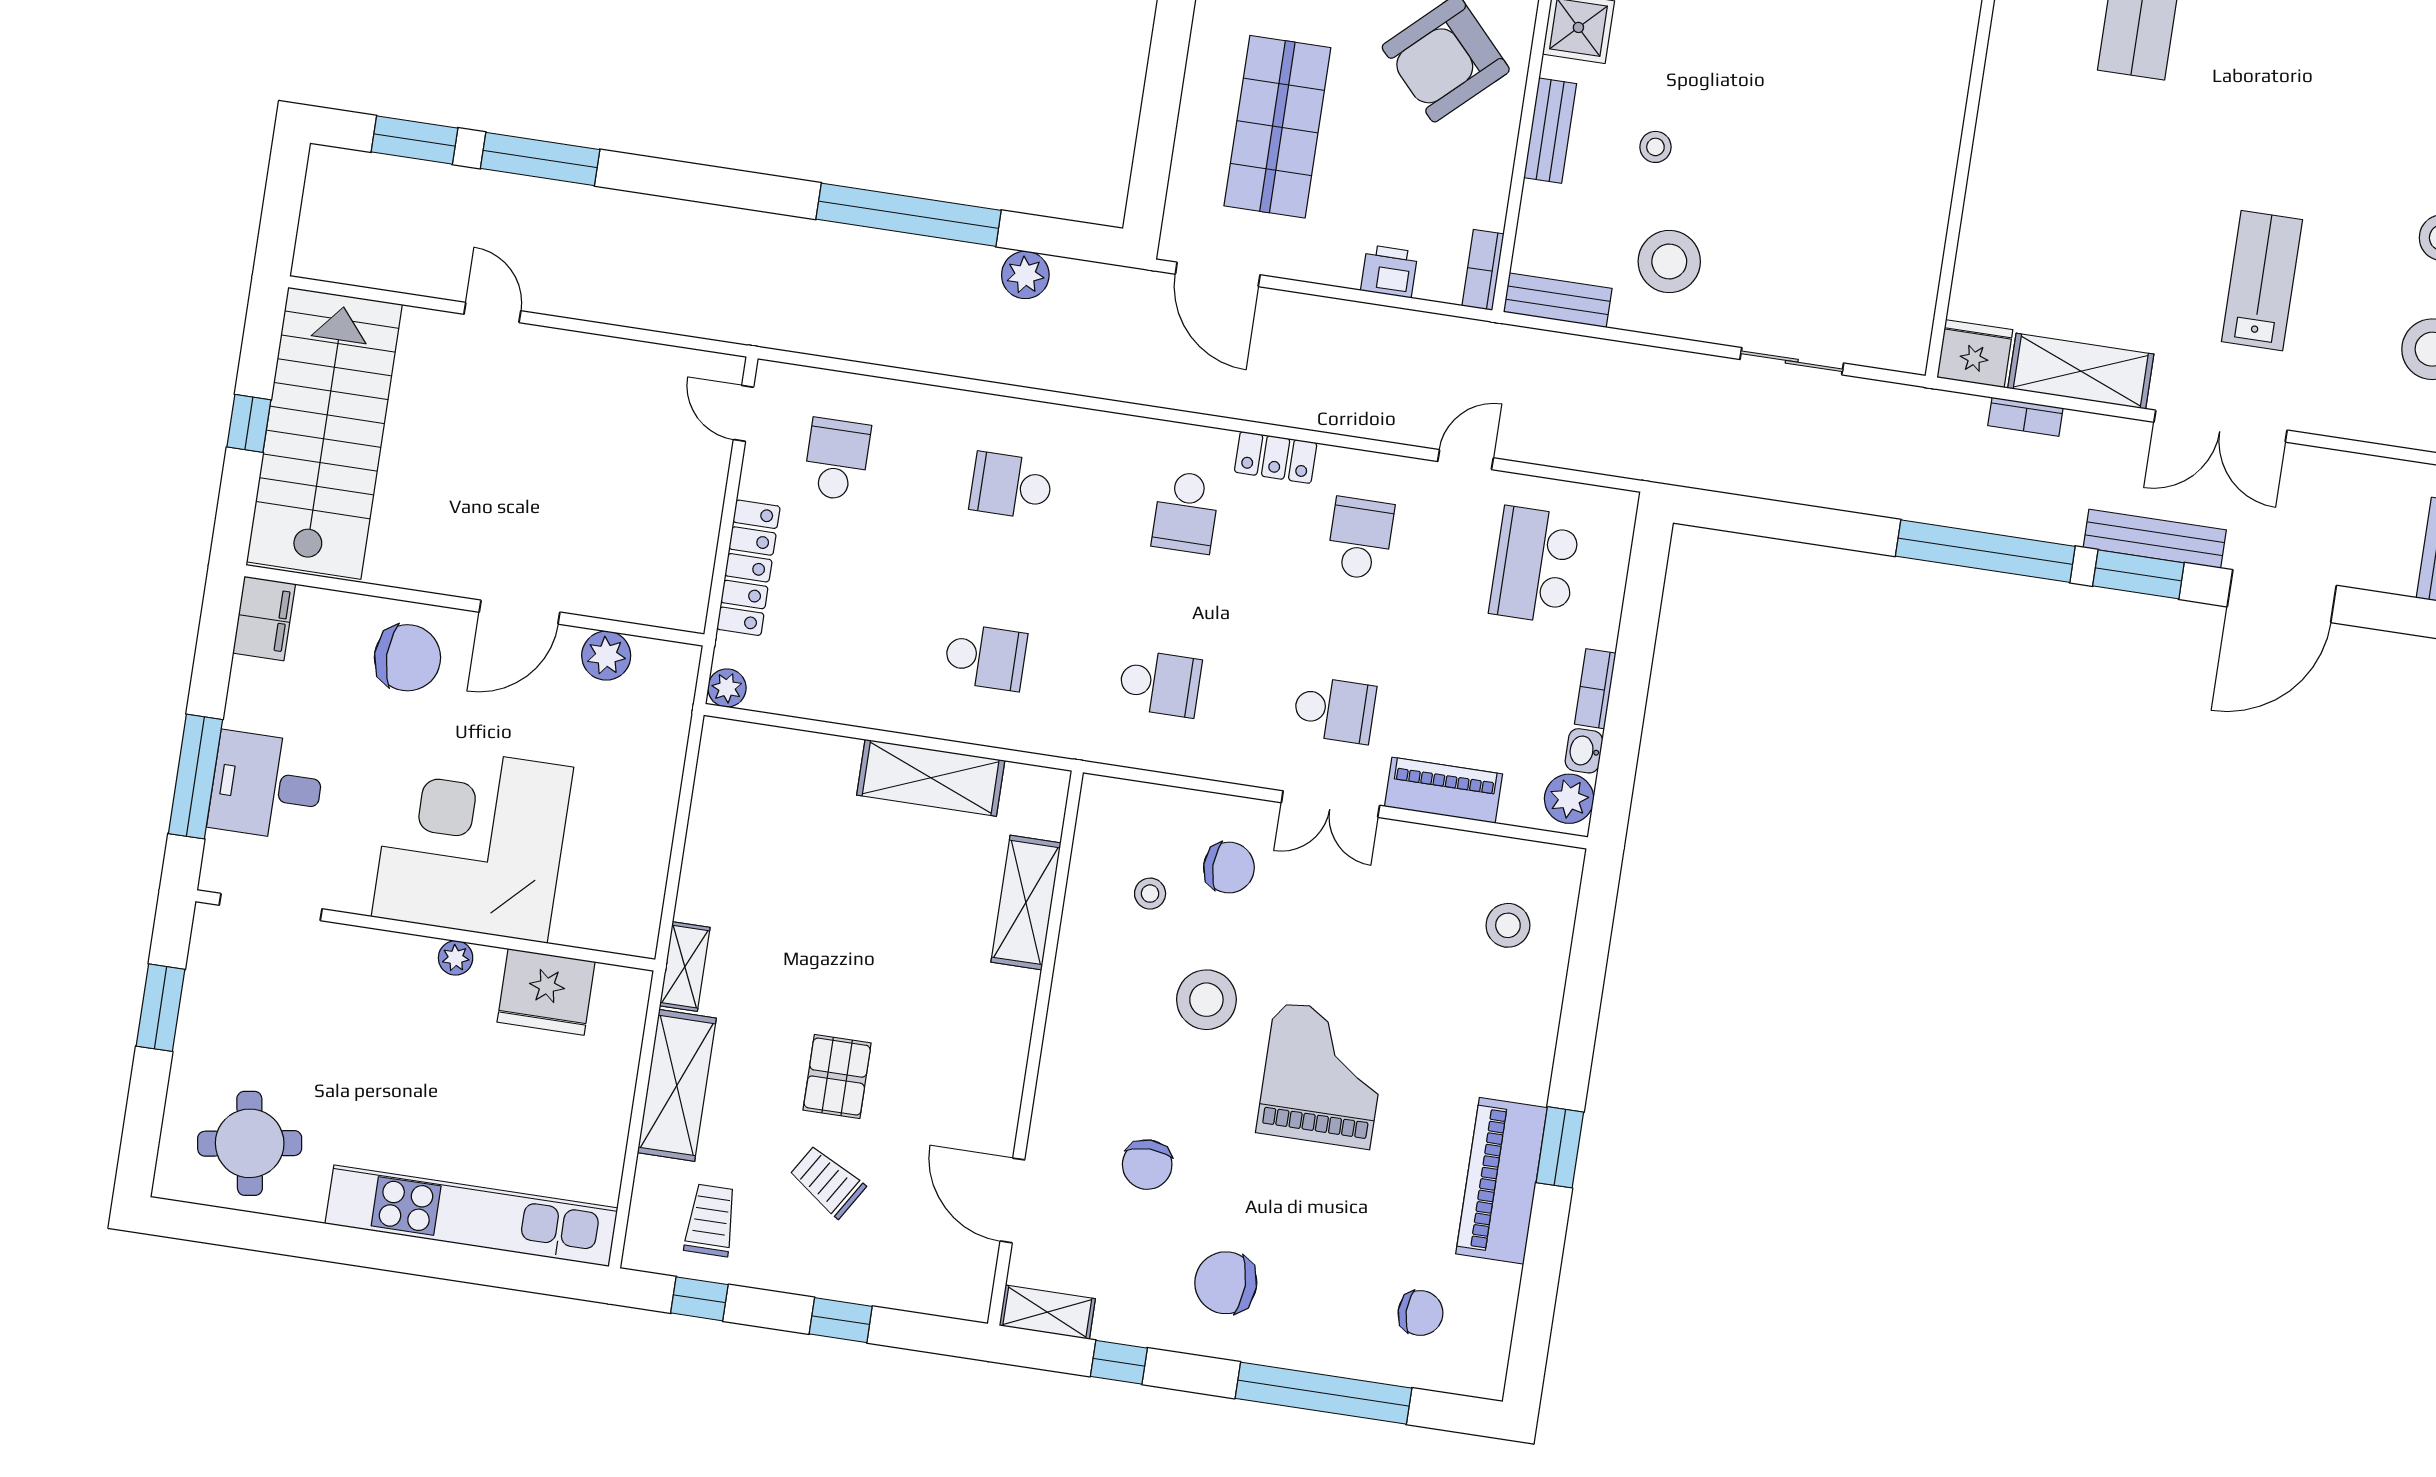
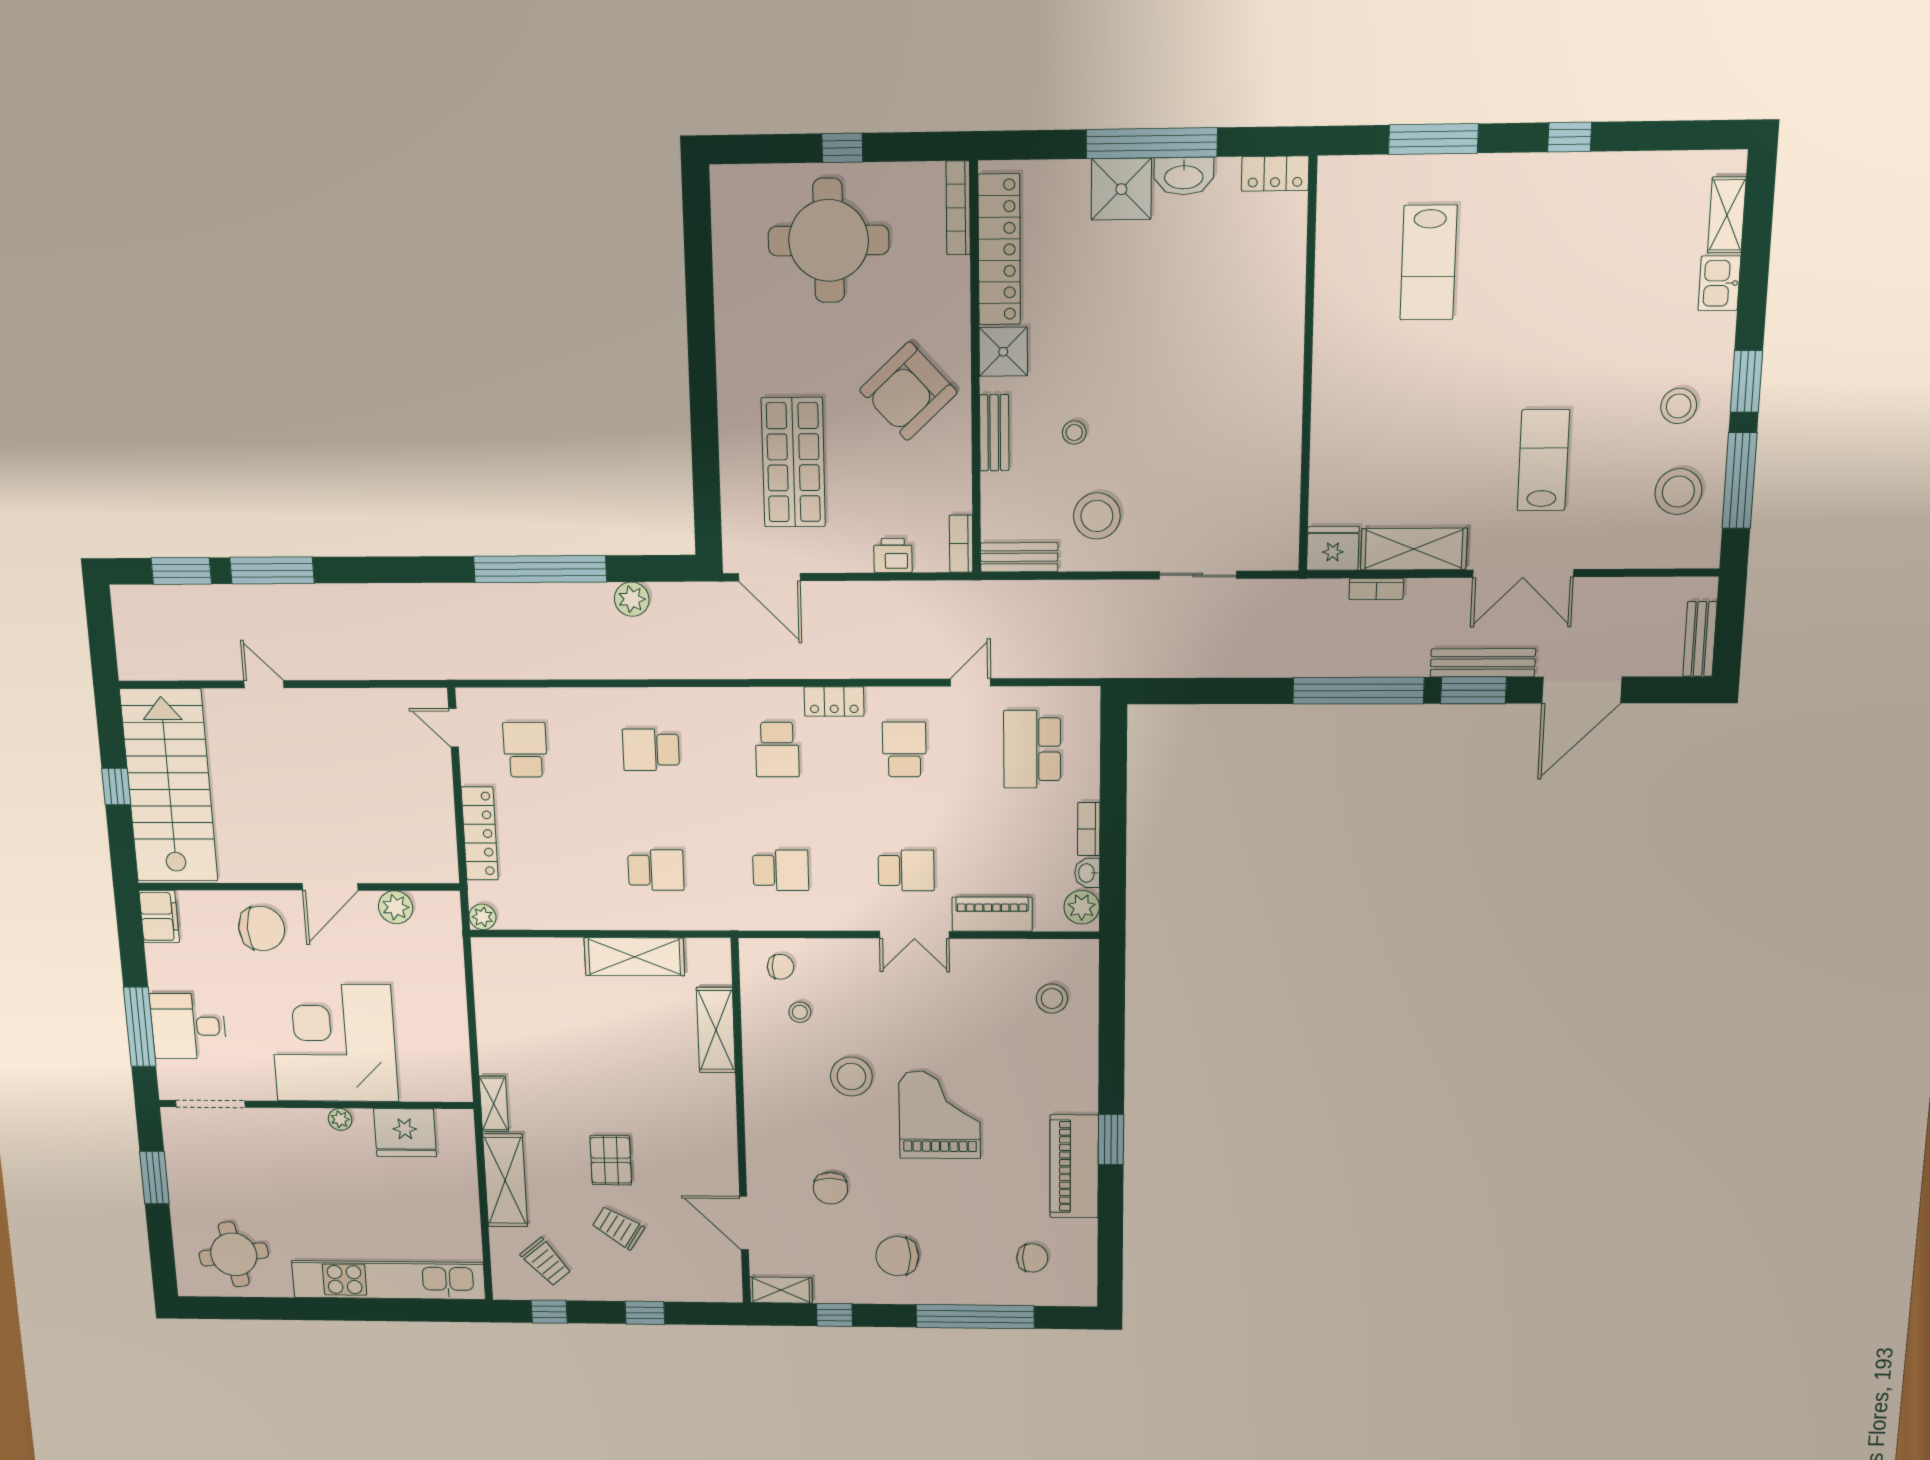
chair: (1229, 868) -> (781, 967), moved, width x0.73, depth x0.73
trolley: (711, 1220) -> (546, 1262), turned 140

